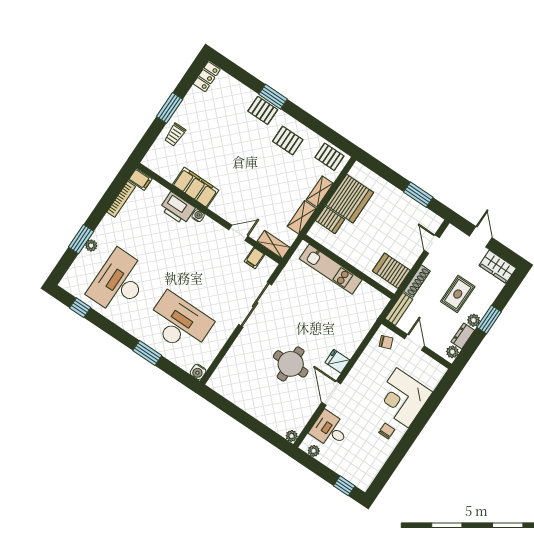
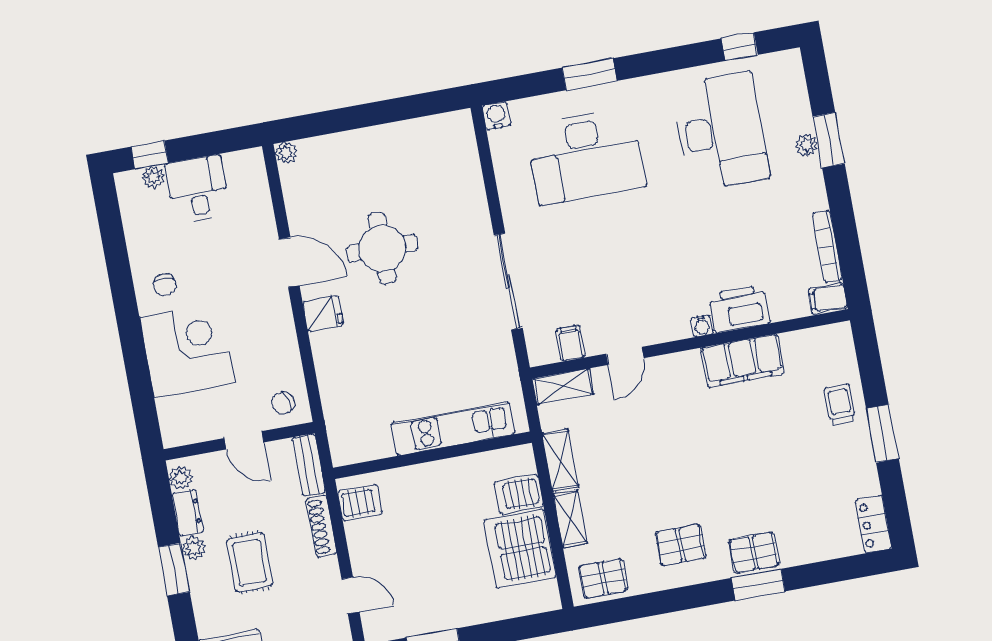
server rack: (391, 271) -> (360, 502), width x0.73, depth x0.70
desk: (330, 430) -> (197, 189), moved, turned -90
plant: (314, 451) -> (153, 177), moved

